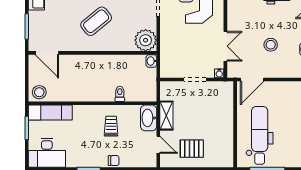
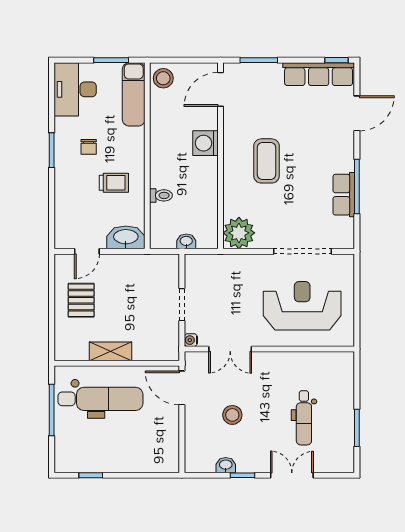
coffee table: (96, 21) -> (267, 161), turned 39
washbasin: (151, 61) -> (186, 241), moved
washing machine: (84, 63) -> (206, 143), added
shelving: (166, 116) -> (110, 351), moved
chair: (114, 161) -> (89, 147), moved

